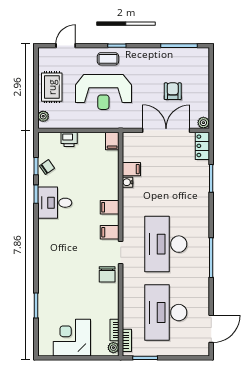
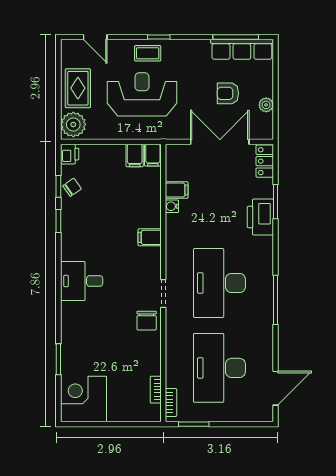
door: (66, 46) -> (95, 37), swing flipped
row of seats: (184, 56) -> (242, 49), added
armchair: (173, 91) -> (228, 93), turned -90
reception desk: (103, 92) -> (142, 94), turned 180
plant: (43, 116) -> (73, 124), width x1.88, depth x1.88
plant: (203, 123) -> (266, 105), moved
printer: (69, 139) -> (70, 154), moved, turned -90
printer: (199, 191) -> (260, 217), added
desk: (55, 203) -> (82, 281), moved
filing cabinet: (110, 232) -> (135, 155), moved, turned -90
corner desk: (72, 338) -> (84, 399), moved
plant: (113, 348) -> (154, 411), removed

